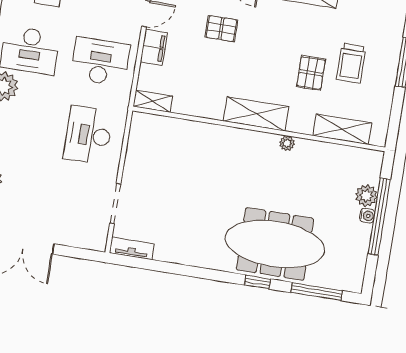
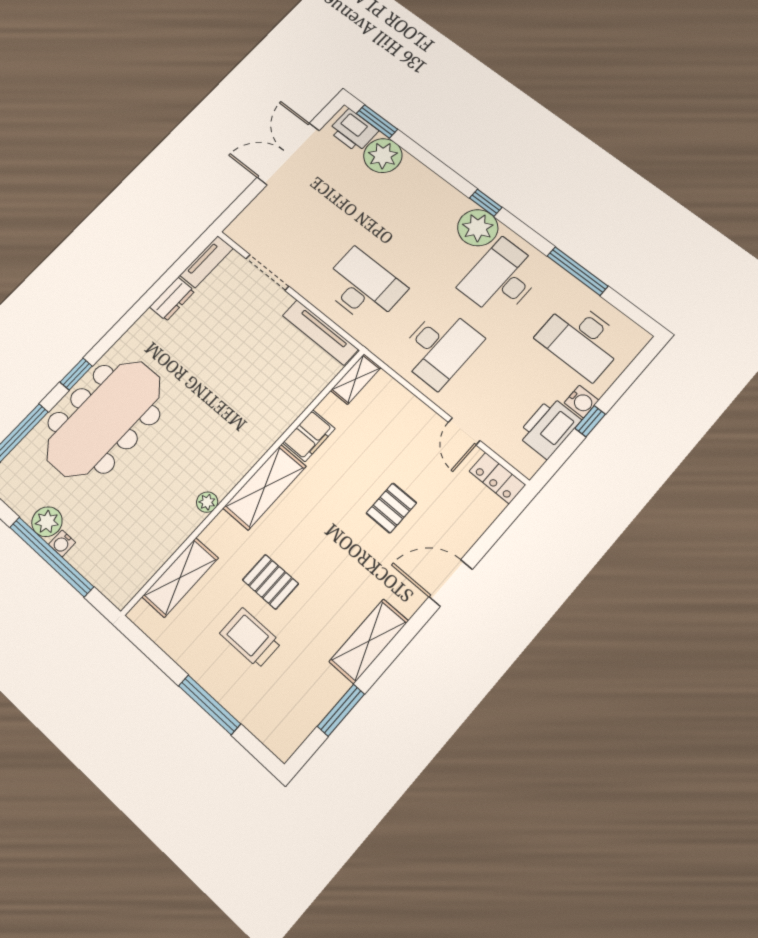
filing cabinet: (154, 47) -> (309, 436), moved, turned -90
tv unit: (135, 143) -> (320, 332), added
plant: (366, 196) -> (47, 522), moved
dresser: (171, 254) -> (172, 299), added

